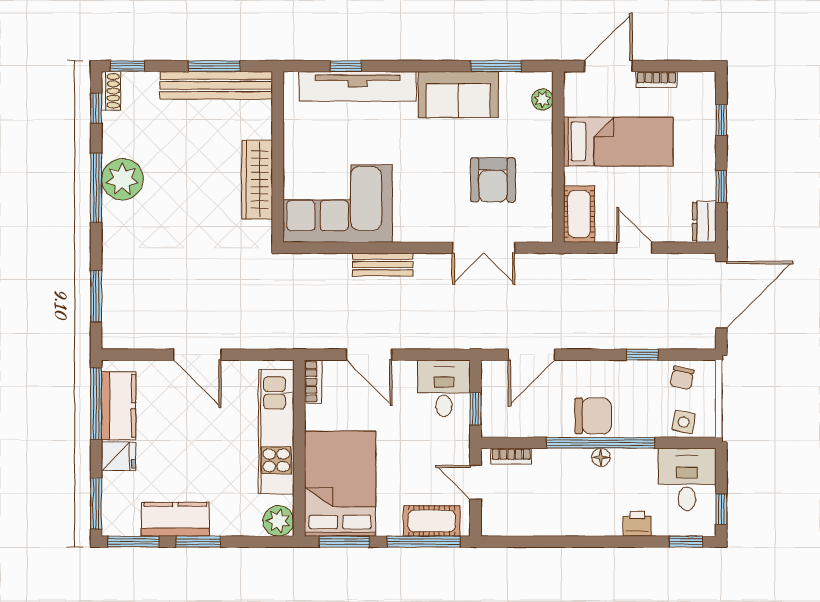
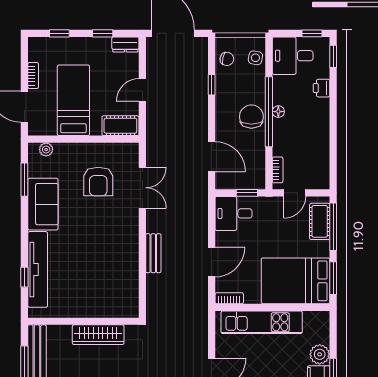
armchair: (493, 180) -> (98, 182), turned 90
corner sofa: (338, 203) -> (114, 282), removed
plant: (278, 521) -> (320, 354), moved

